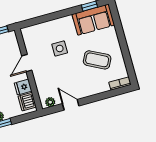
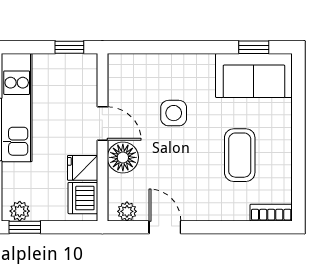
coffee table: (97, 60) -> (240, 155), turned 63
door: (27, 63) -> (102, 124), swing flipped
floor lamp: (41, 77) -> (123, 157), added

